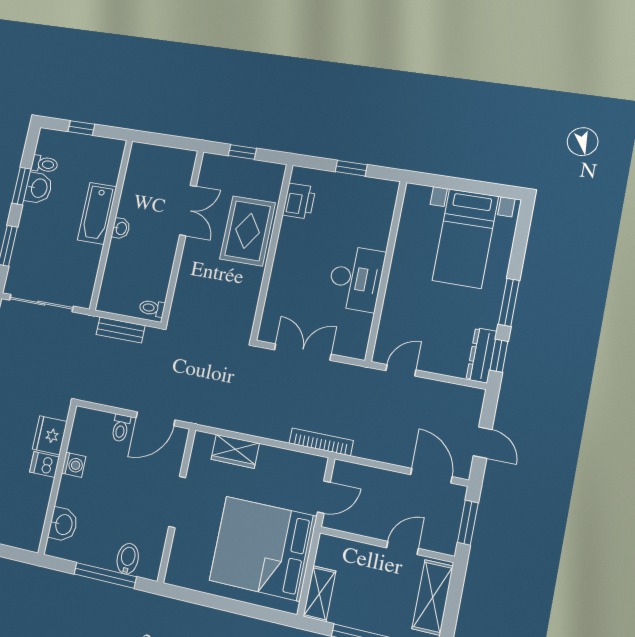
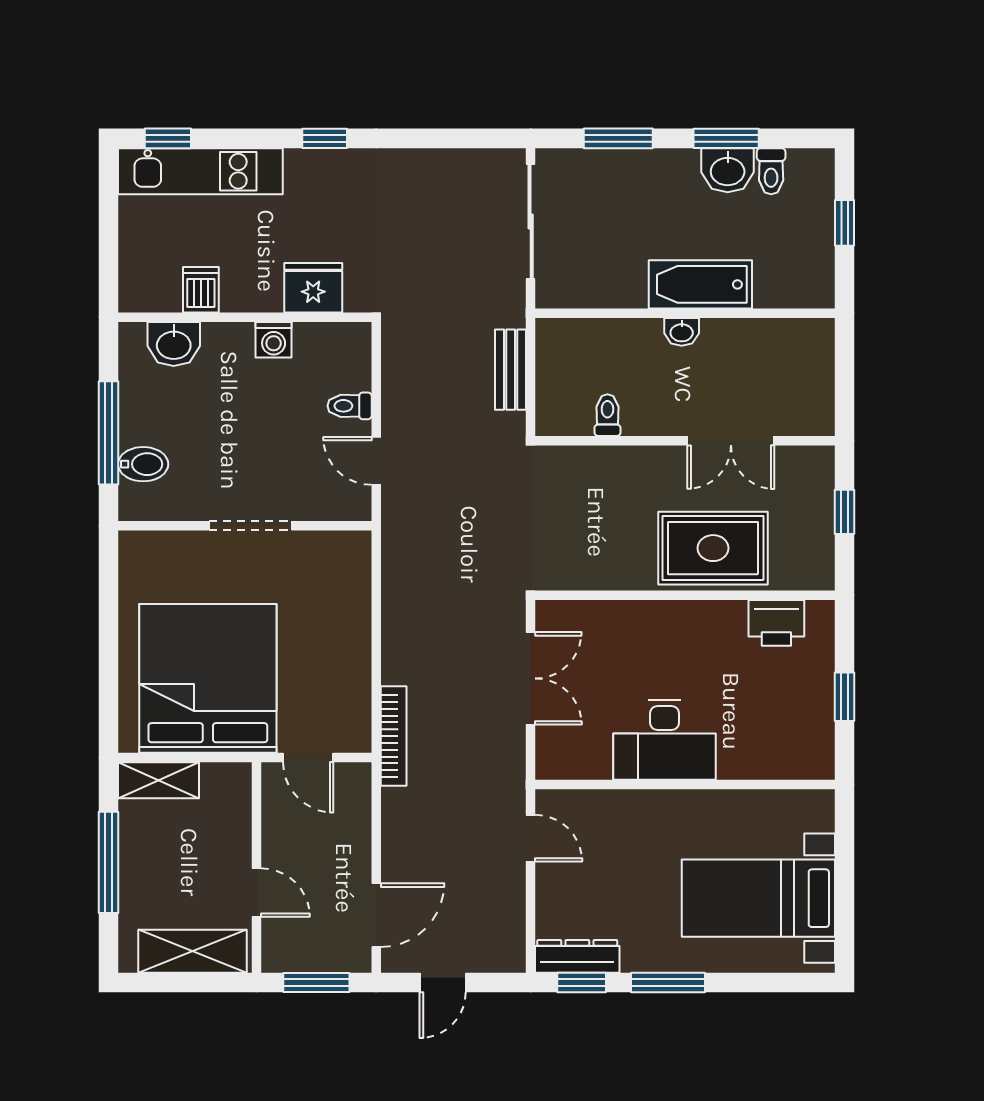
toilet: (152, 308) -> (607, 415), moved
door: (156, 419) -> (376, 461), width x0.73
wardrobe: (235, 451) -> (351, 603), removed
dishwasher: (45, 465) -> (201, 290), moved

